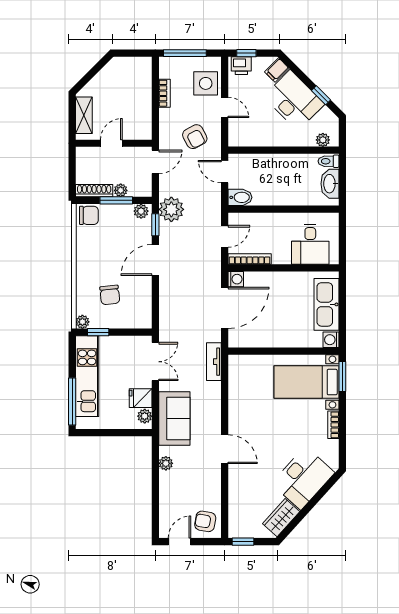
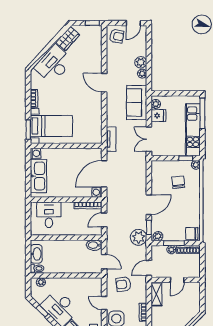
shelving: (84, 115) -> (156, 294), moved
armchair: (195, 137) -> (123, 284), turned -69
plant: (168, 481) -> (141, 62), added

